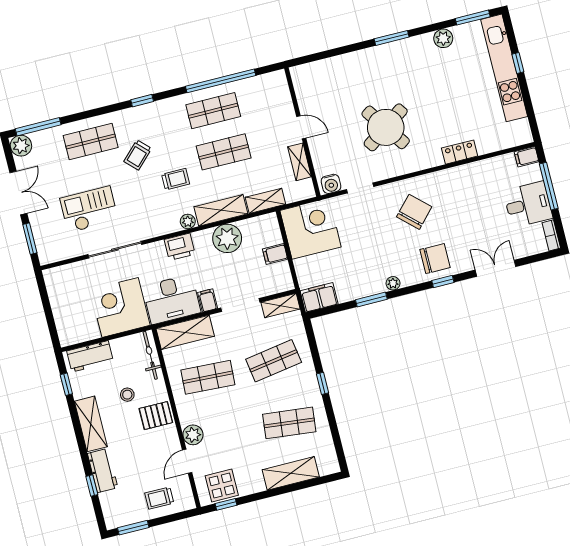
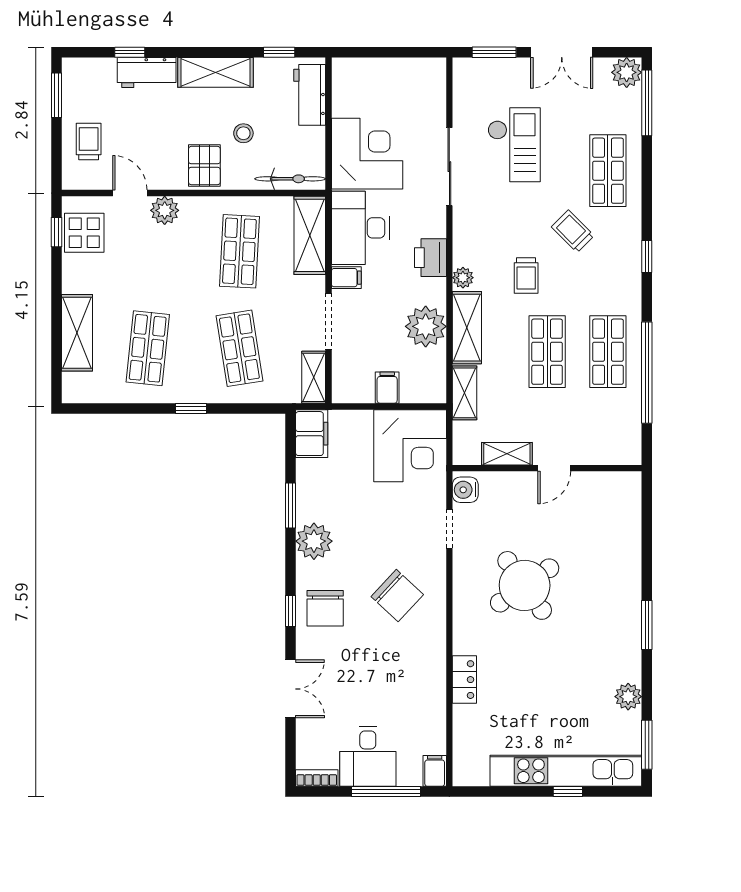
plant: (393, 283) -> (314, 541), width x1.88, depth x1.88

